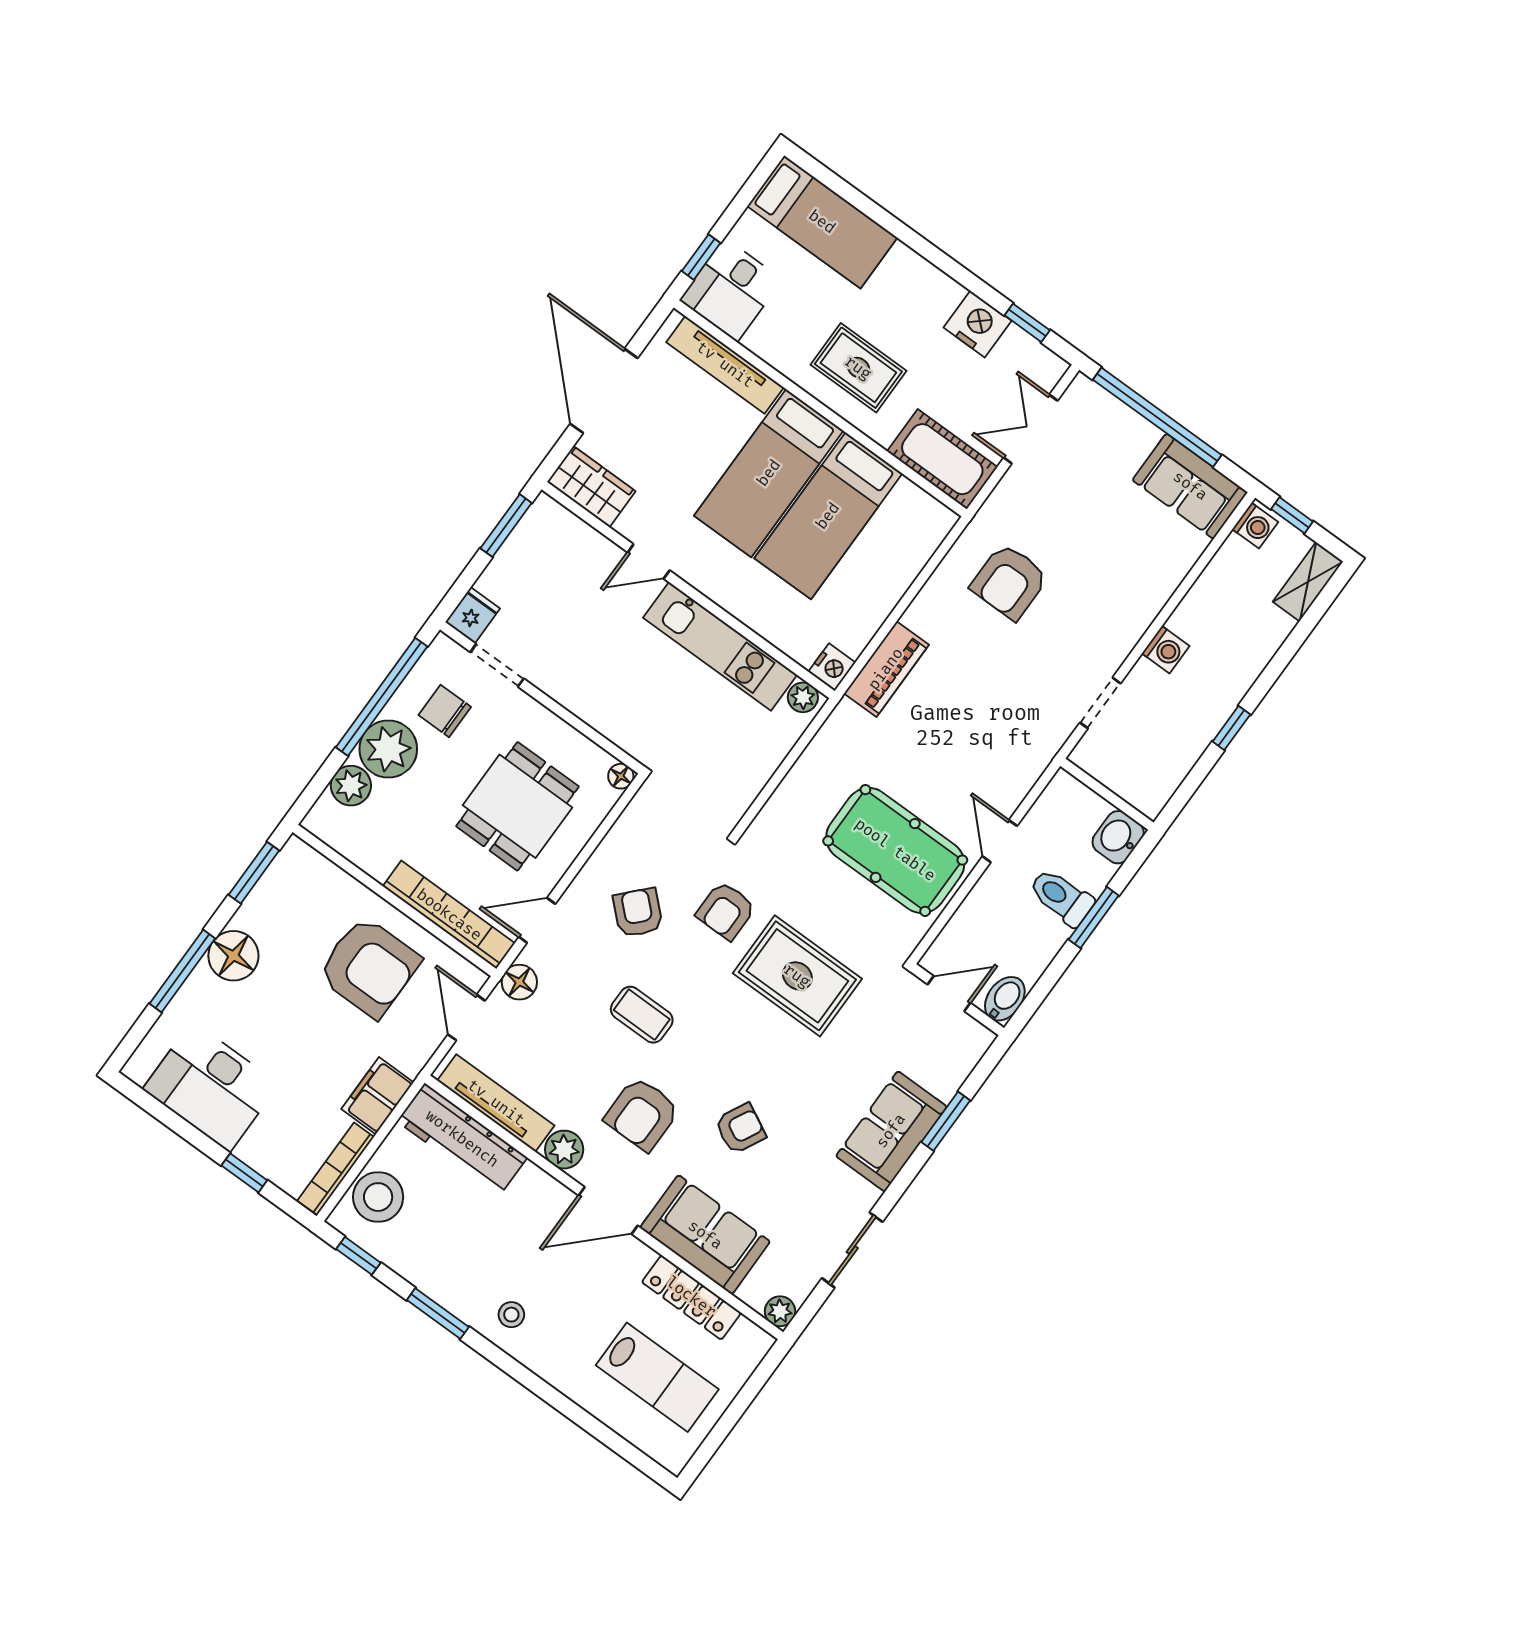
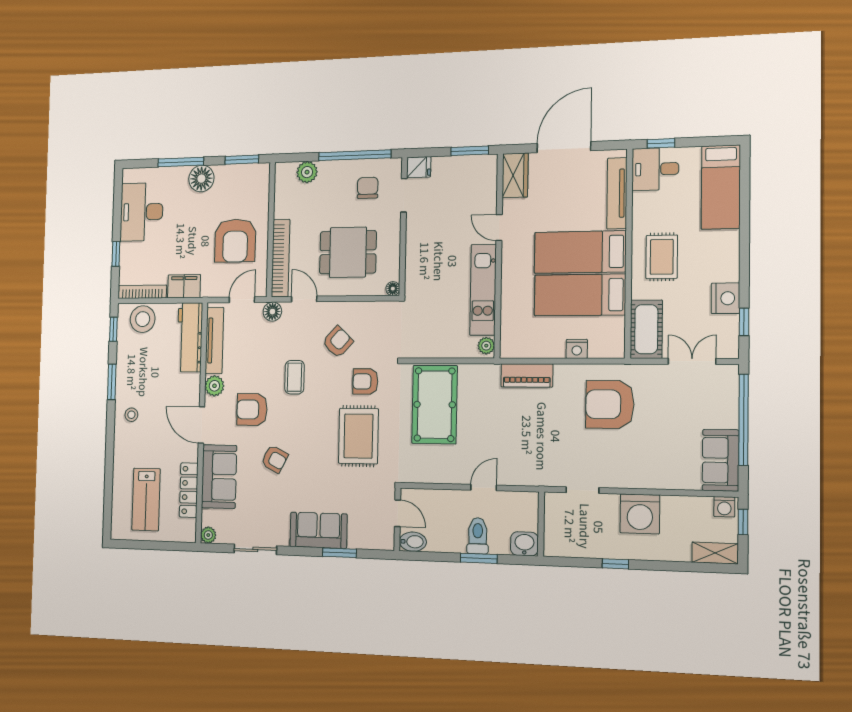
armchair: (1009, 582) -> (610, 404), width x1.36, depth x1.36
washing machine: (1166, 650) -> (640, 514), width x1.89, depth x1.89
nightstand: (832, 667) -> (577, 349), moved
plant: (388, 749) -> (334, 176), removed
pool table: (895, 850) -> (435, 405), moved

